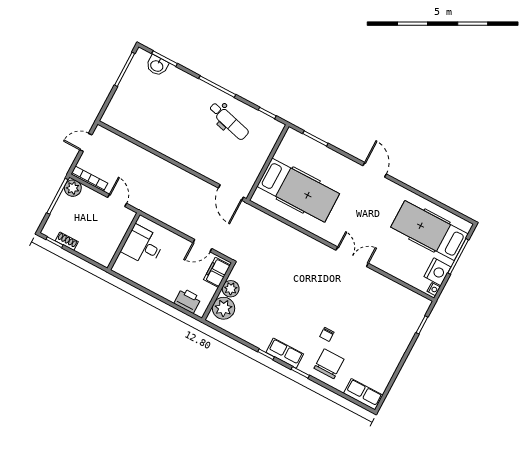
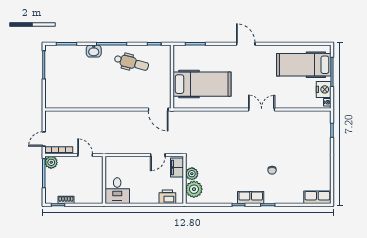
washbasin: (157, 66) -> (94, 51), moved
door: (86, 142) -> (44, 139), moved
desk: (143, 245) -> (117, 191), moved, turned -90
chair: (329, 364) -> (284, 189), removed

